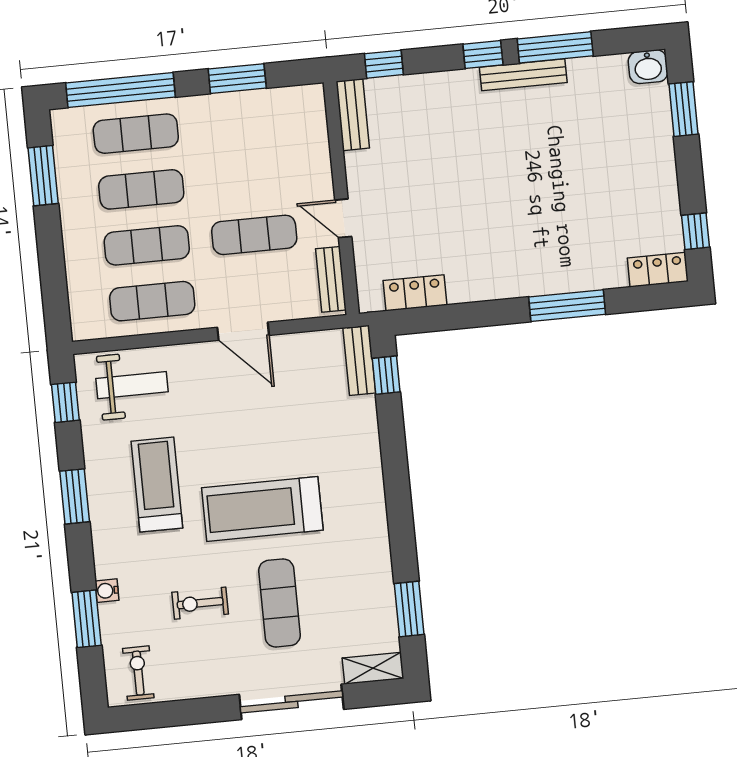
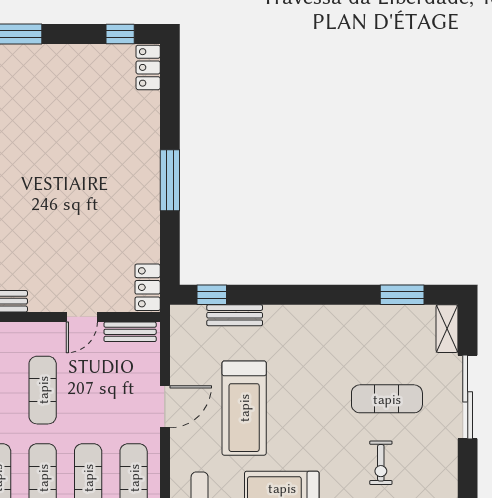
exercise mat: (254, 235) -> (43, 390), moved
locker: (415, 293) -> (148, 287), moved
window: (567, 306) -> (170, 180), moved
bench: (359, 360) -> (235, 315), moved
treadmill: (262, 509) -> (244, 408), moved

